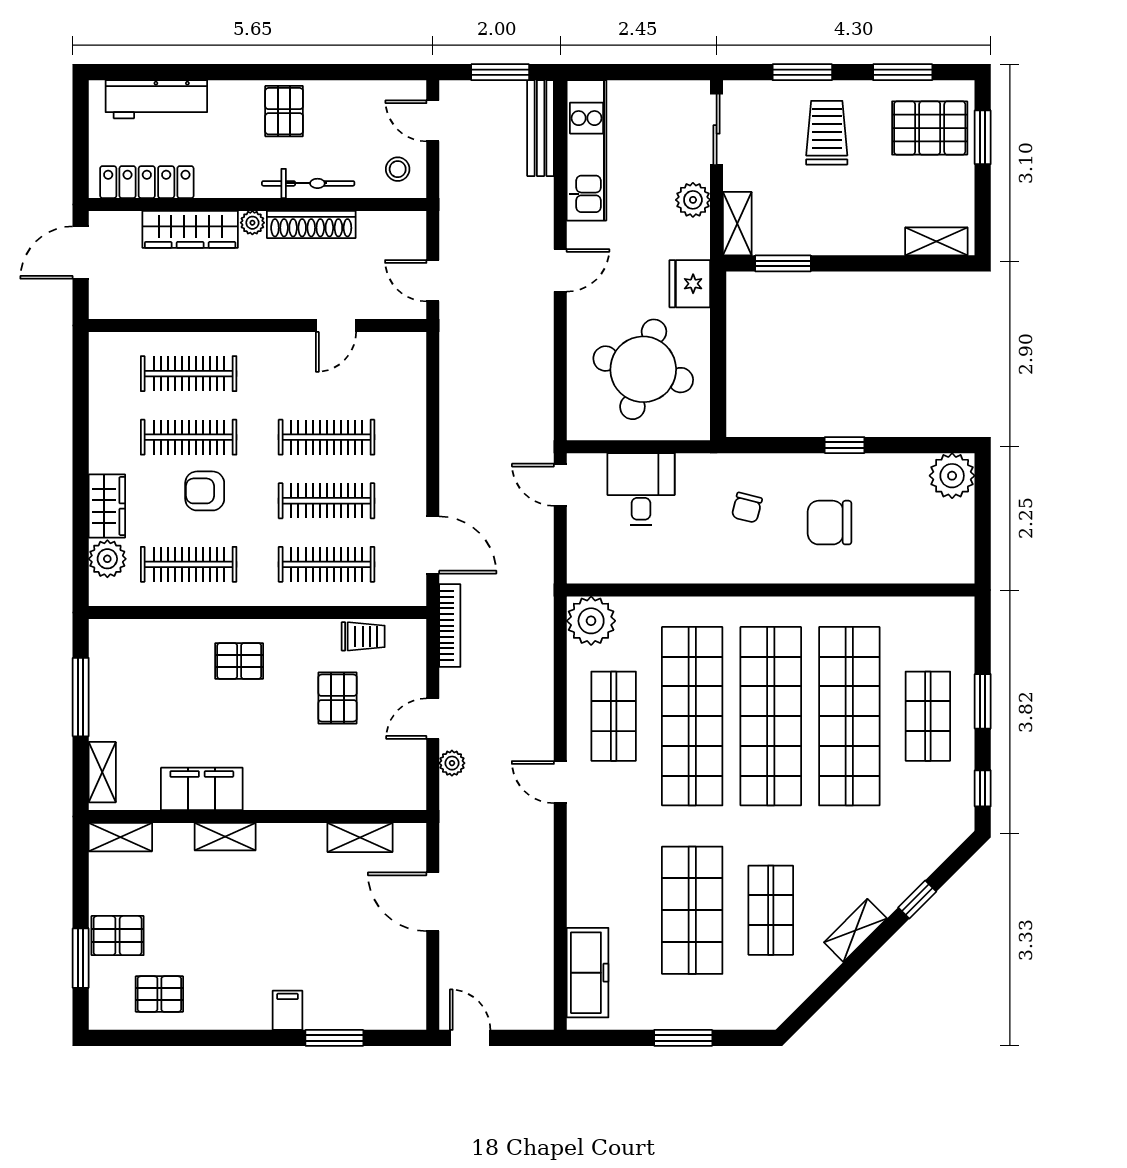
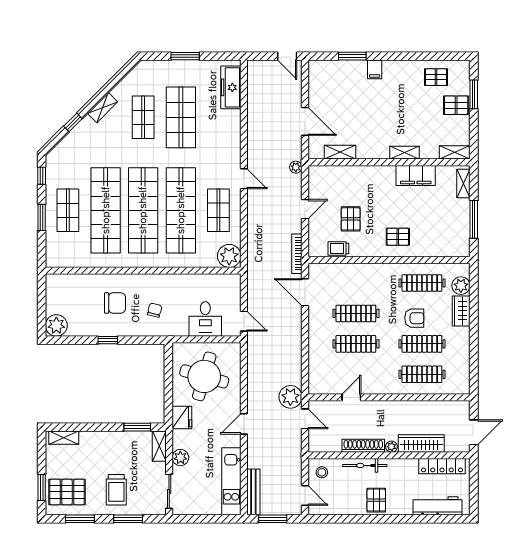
plant: (463, 327) -> (290, 397), added
clothes rail: (327, 564) -> (356, 283), removed
plant: (452, 763) -> (296, 167), moved

